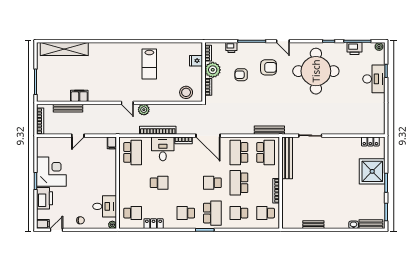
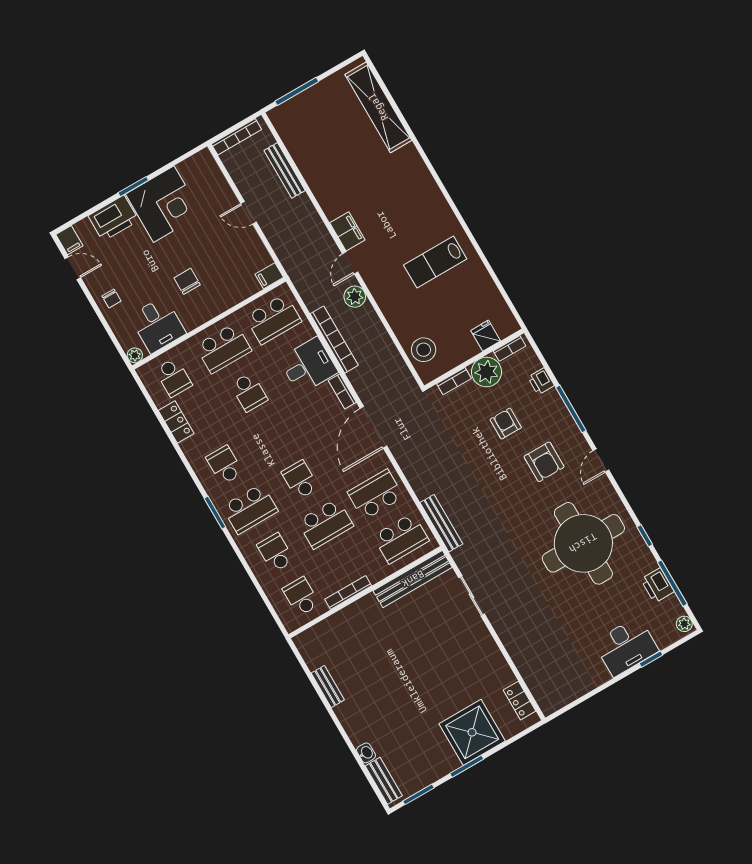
filing cabinet: (79, 96) -> (347, 231), moved
chair: (93, 182) -> (187, 281), added
school desk: (133, 183) -> (223, 348), added
school desk: (239, 183) -> (325, 524), turned 180

